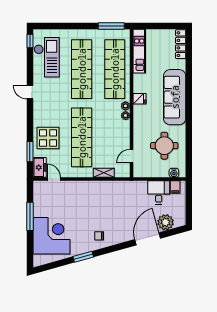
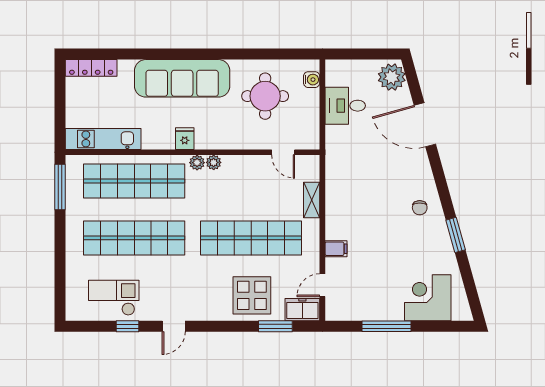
window: (30, 41) -> (128, 326), moved
checkout: (47, 57) -> (114, 298), width x0.73, depth x0.83
filing cabinet: (175, 187) -> (336, 249), moved
plant: (165, 222) -> (392, 77), moved
corner desk: (51, 236) -> (428, 298), width x0.74, depth x0.74

